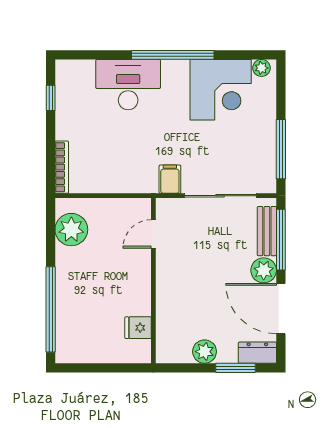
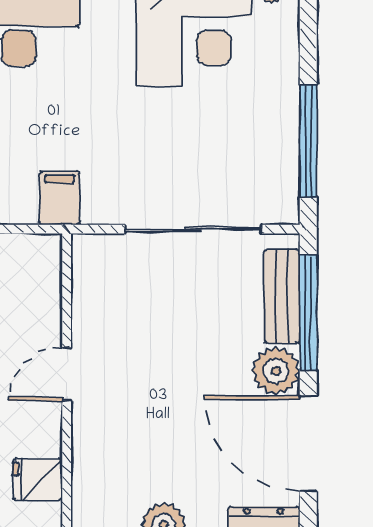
filing cabinet: (170, 179) -> (60, 198), moved
door: (153, 234) -> (67, 374), moved

